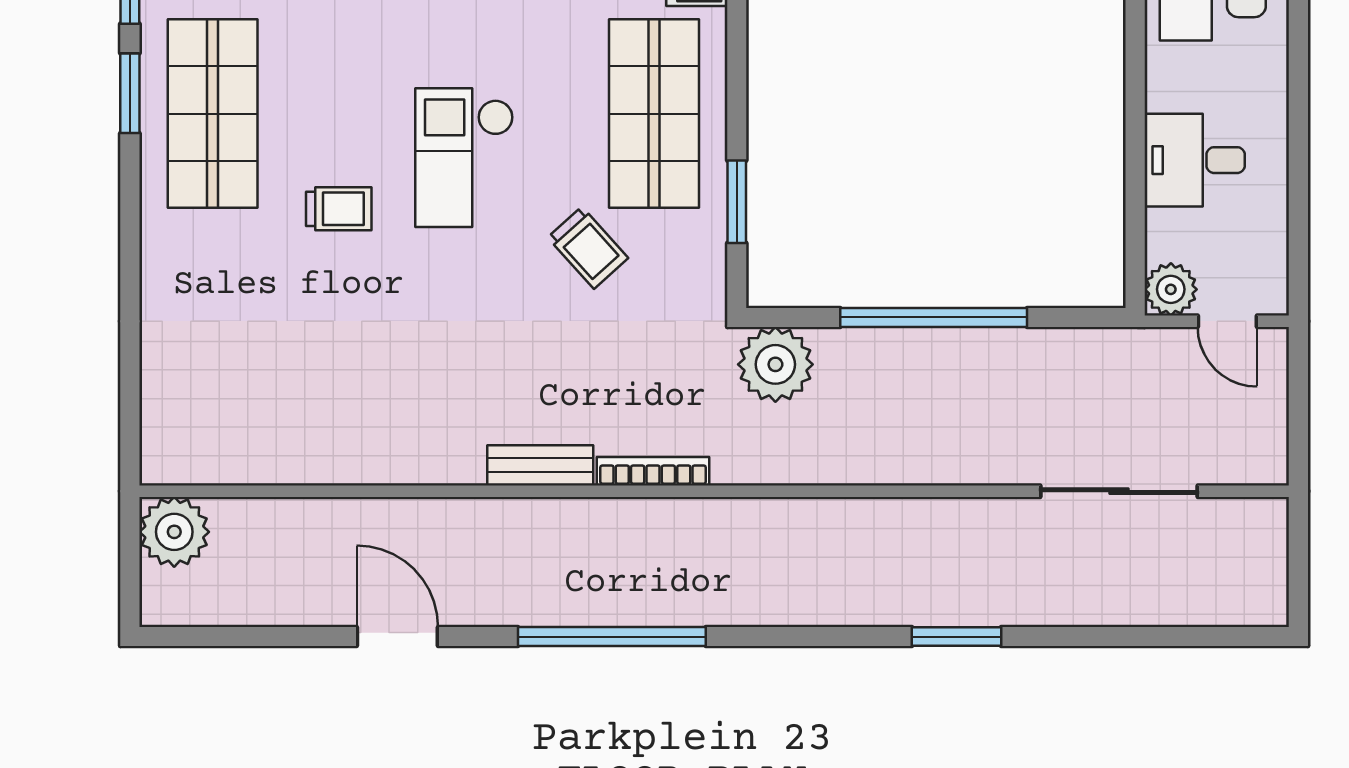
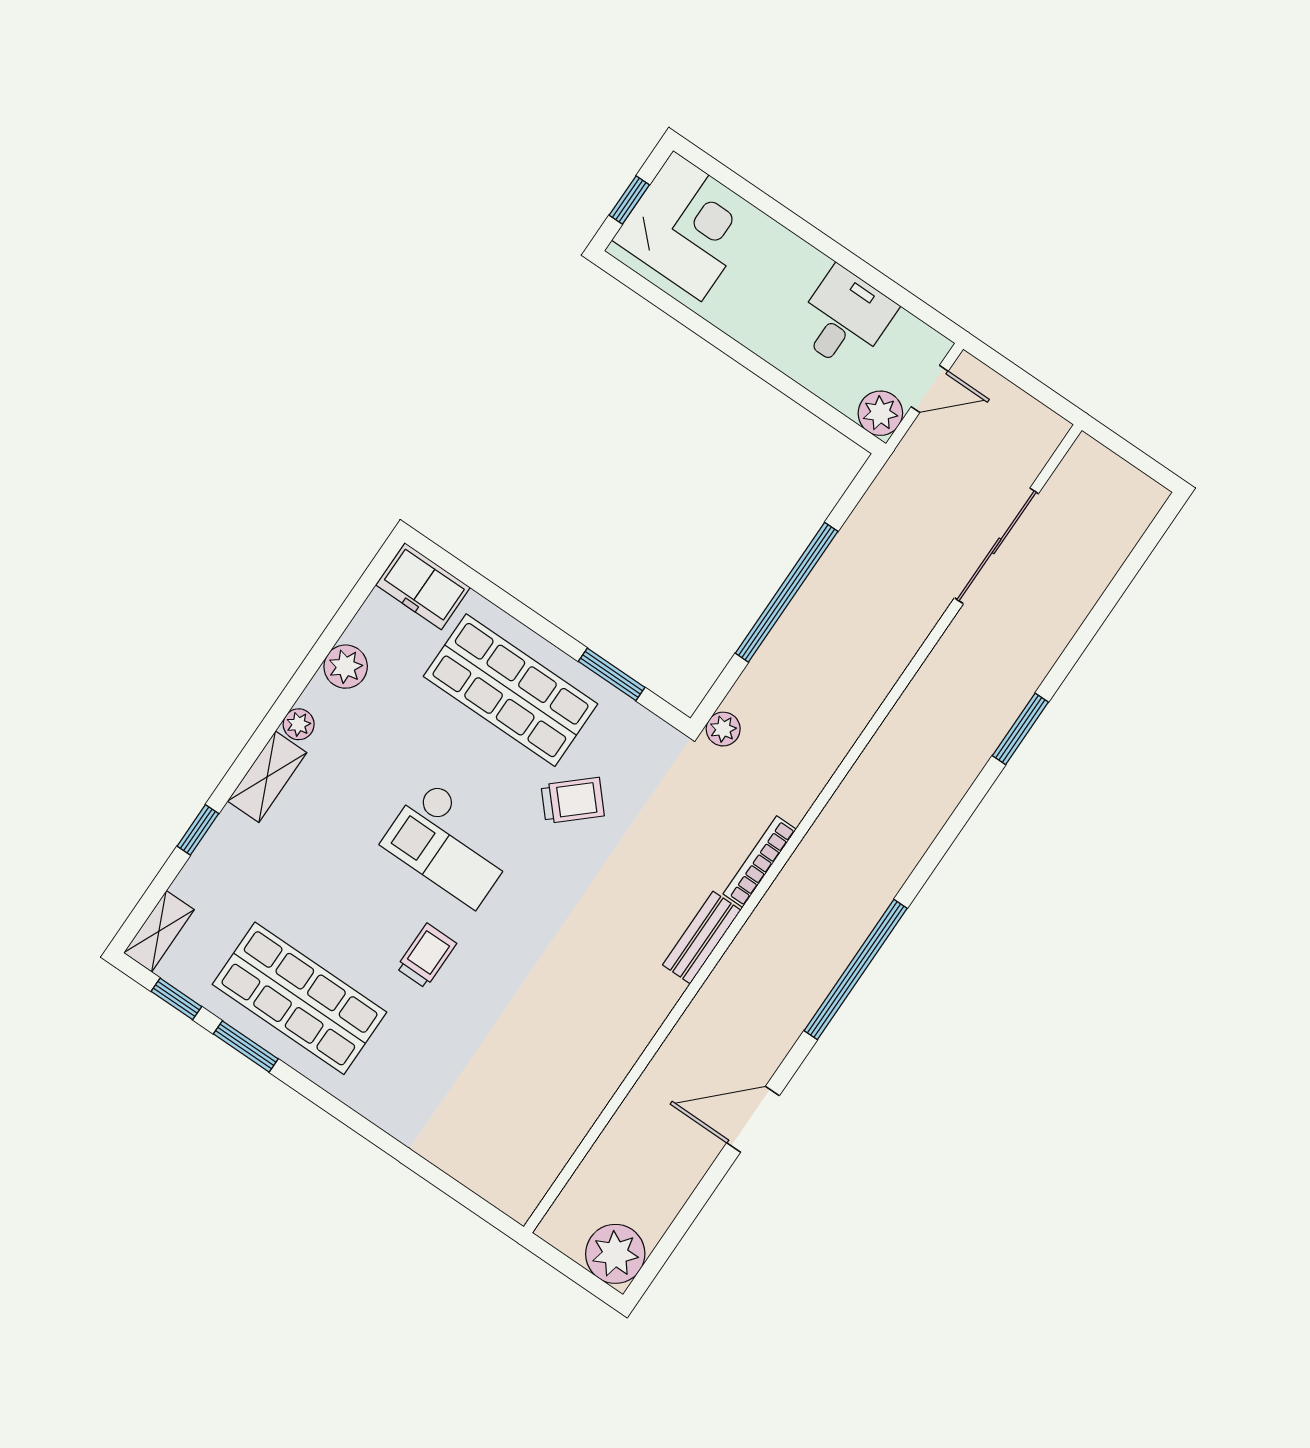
desk: (1195, 160) -> (844, 319), moved, turned 180
plant: (775, 364) -> (723, 729), width x0.53, depth x0.53
plant: (174, 532) -> (615, 1254), moved

